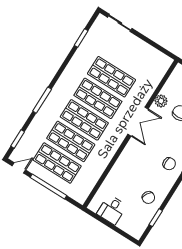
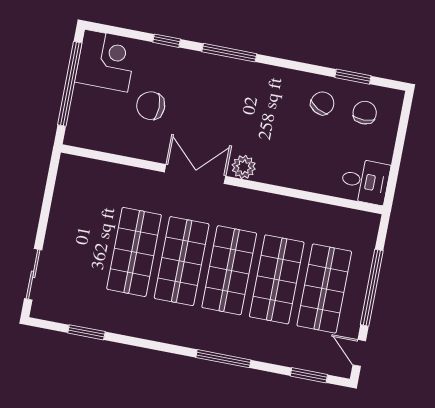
plant: (161, 101) -> (244, 167), moved
chair: (169, 164) -> (365, 113), moved
desk: (112, 210) -> (365, 181), moved

